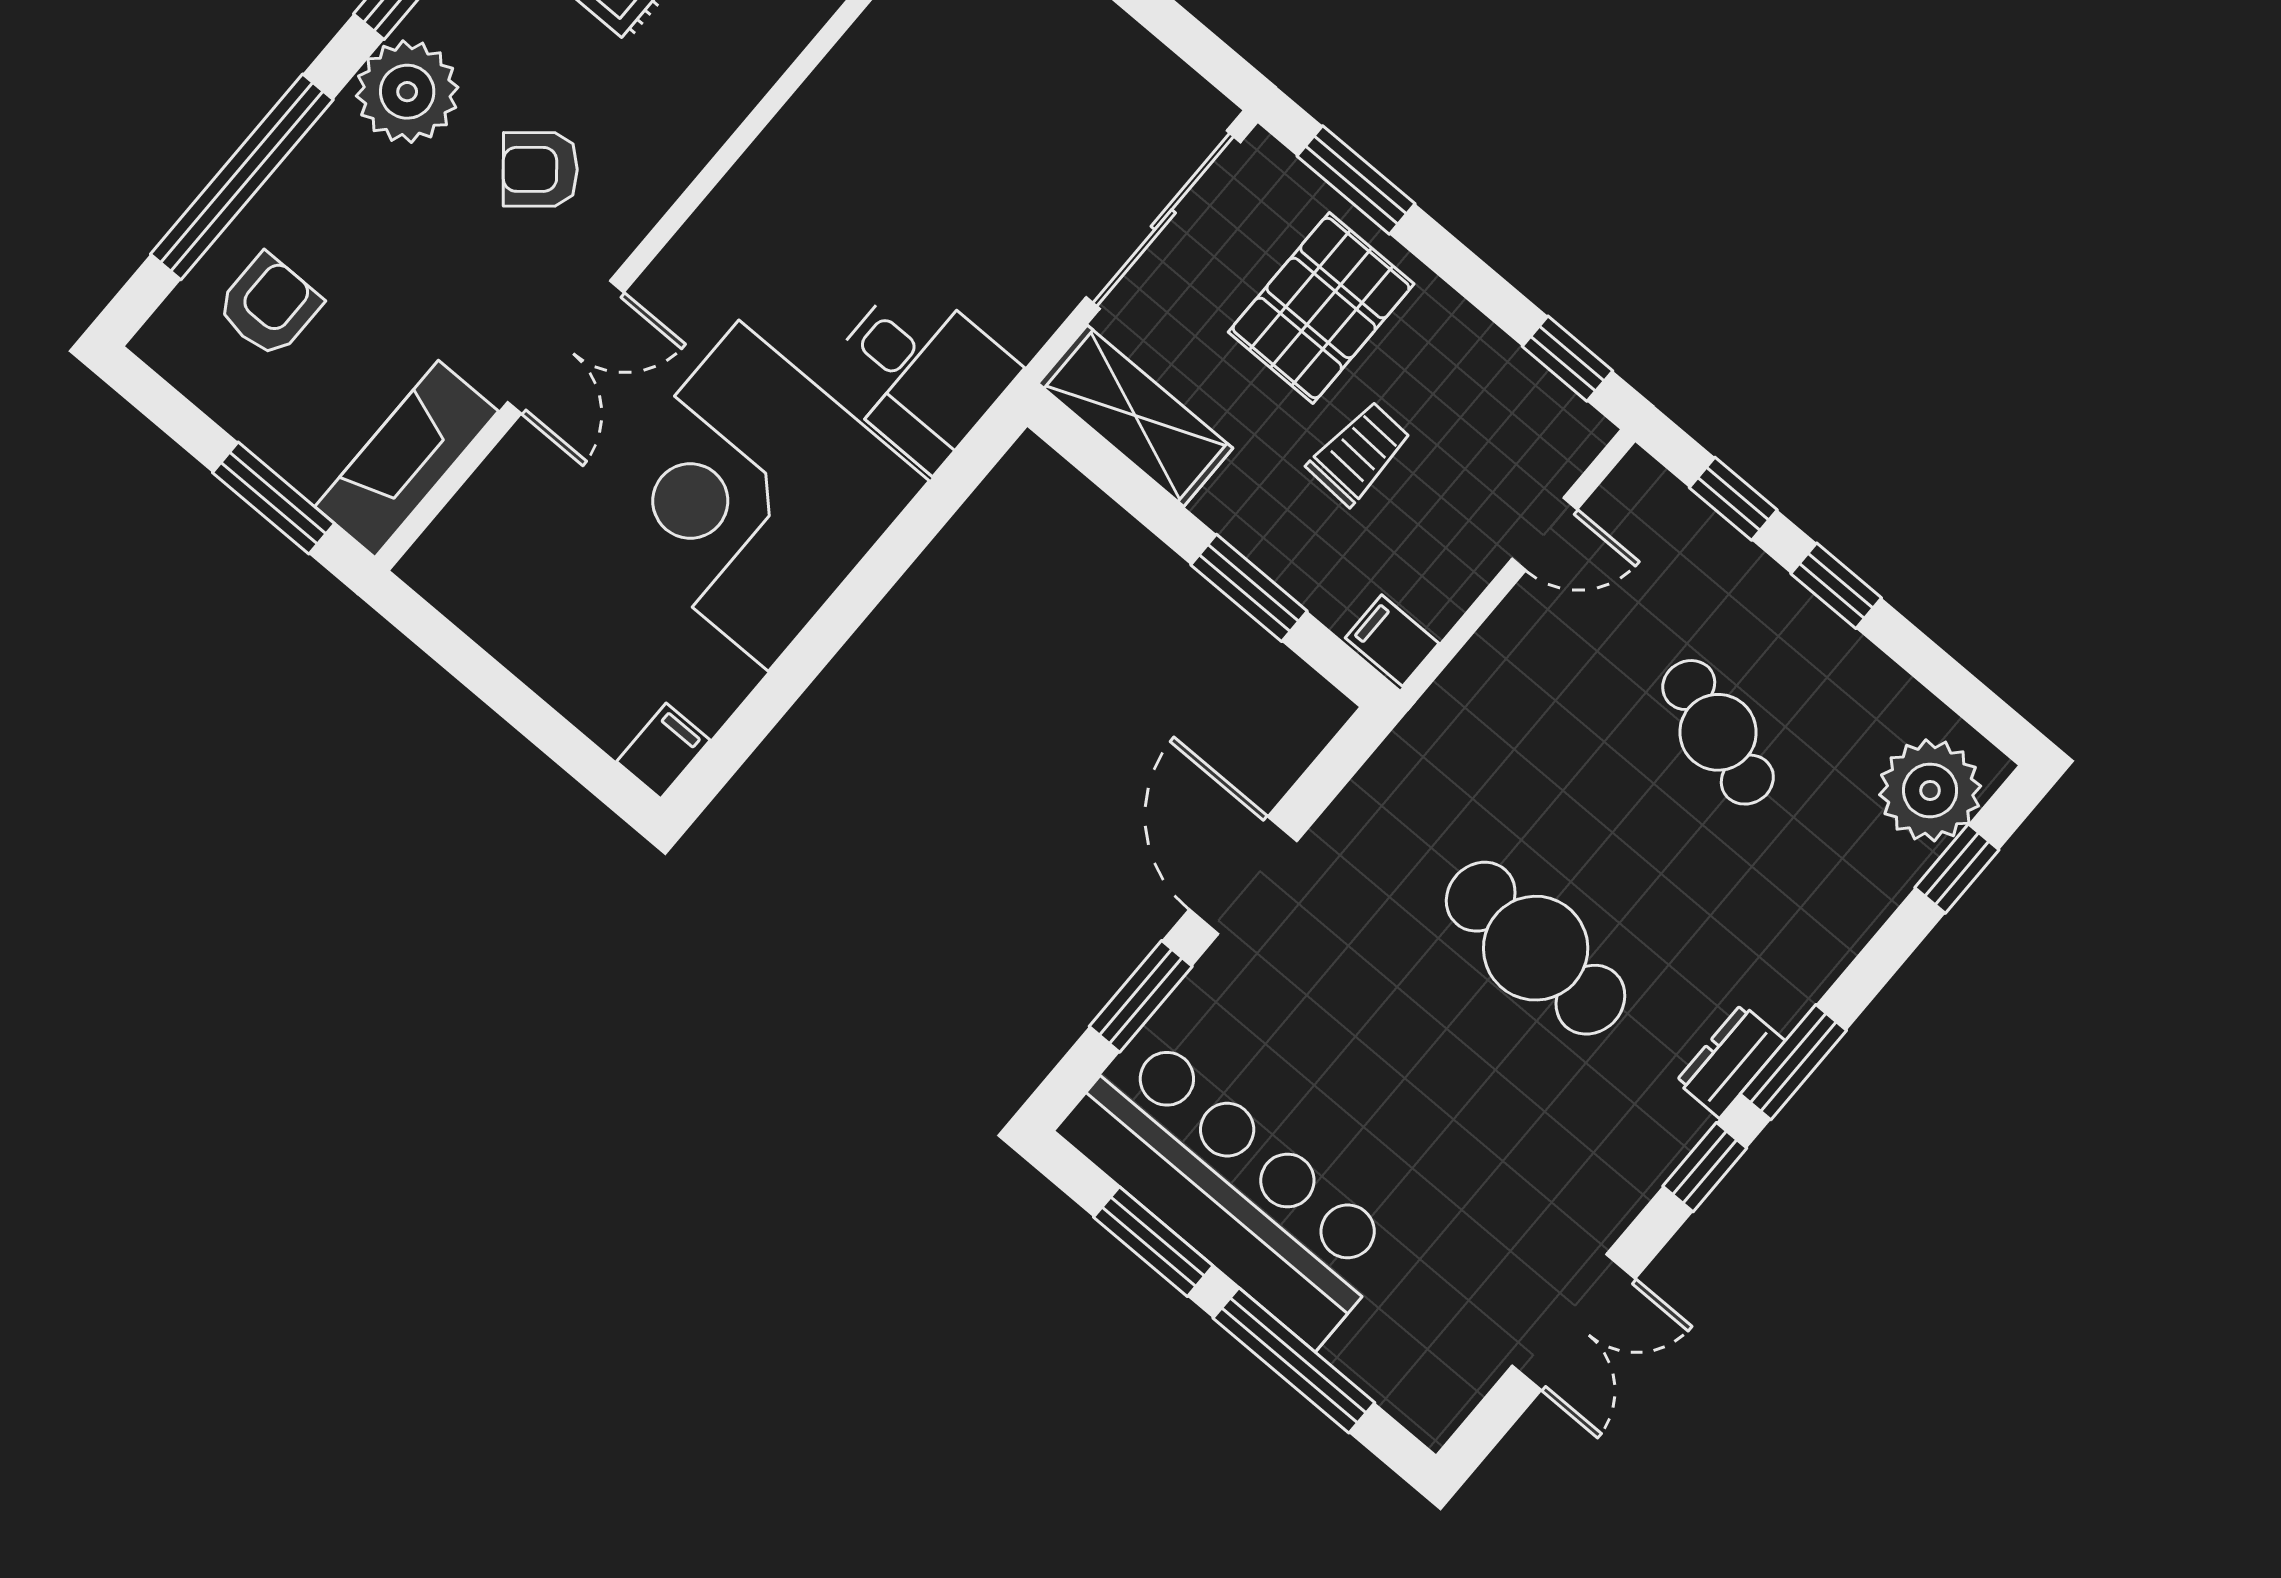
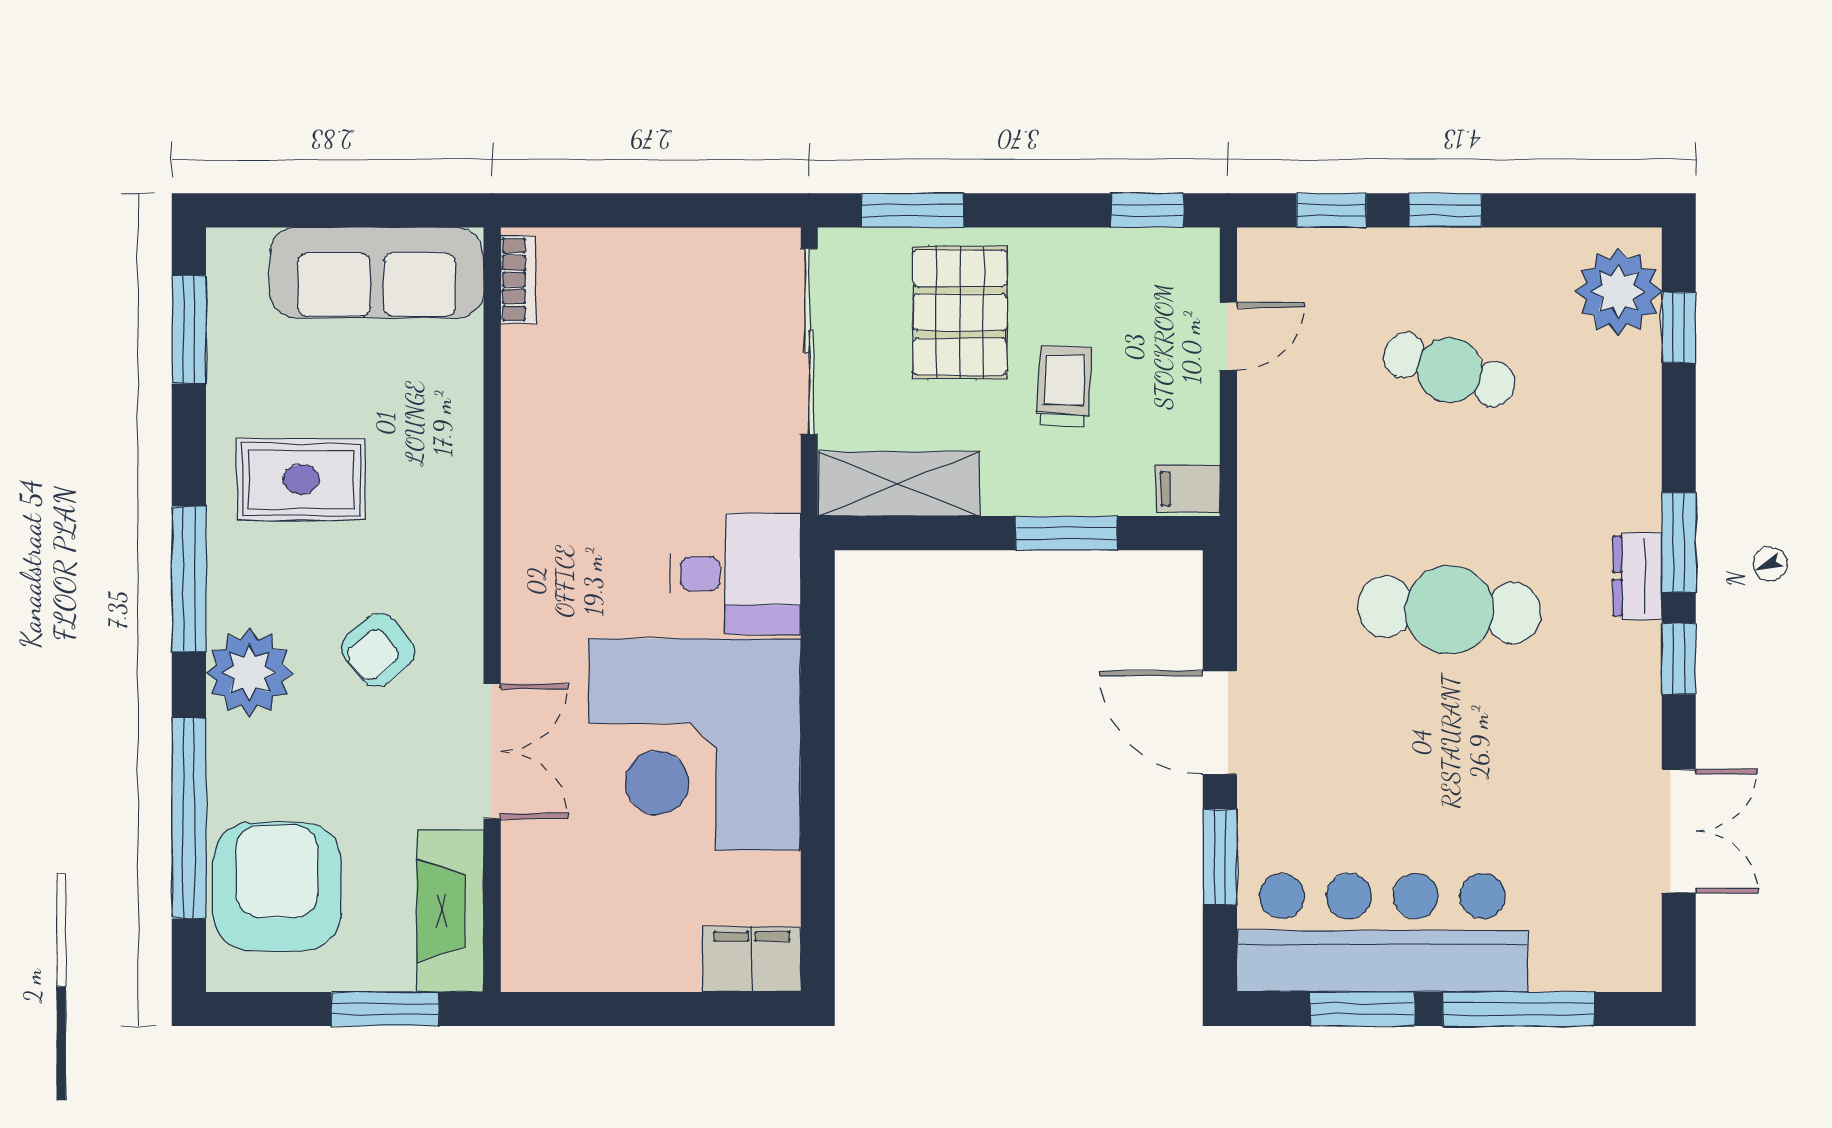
armchair: (269, 306) -> (277, 887), width x1.88, depth x1.88
filing cabinet: (663, 751) -> (752, 959), width x2.00

